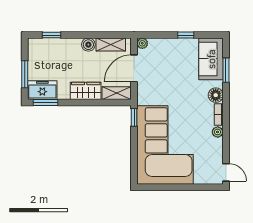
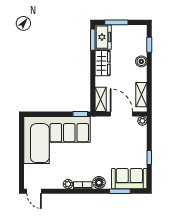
boiler: (88, 45) -> (141, 61), moved
wardrobe: (86, 91) -> (103, 63), moved
door: (226, 172) -> (34, 191), hinge flipped

